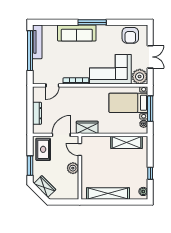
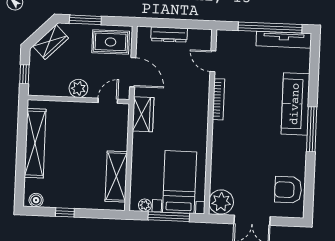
corner sofa: (110, 69) -> (235, 155), removed
window: (65, 202) -> (24, 74), added

